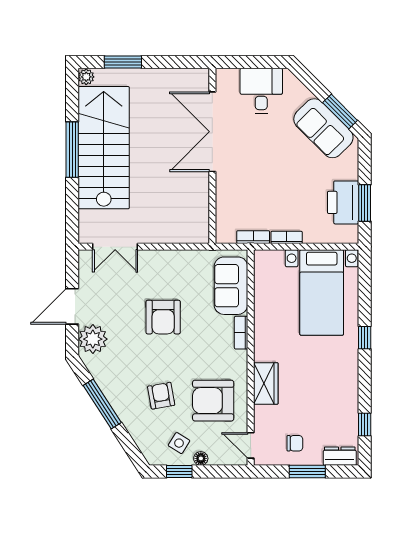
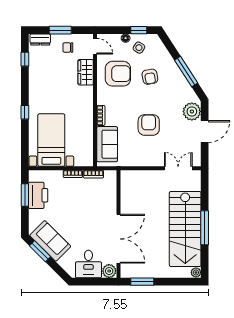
window: (123, 62) -> (142, 282), moved
plant: (228, 79) -> (109, 271), added
wardrobe: (266, 383) -> (86, 72), moved

